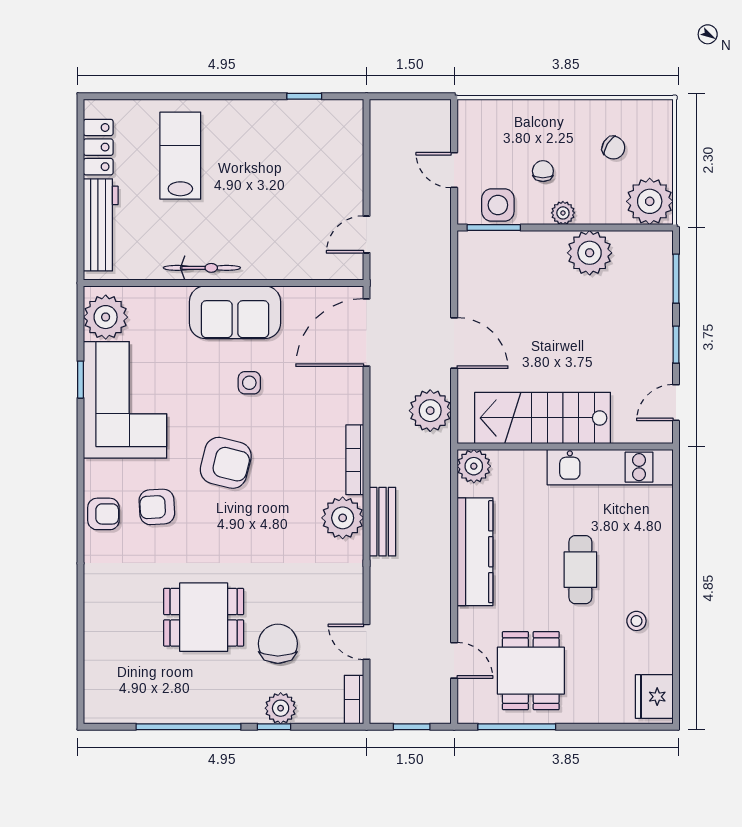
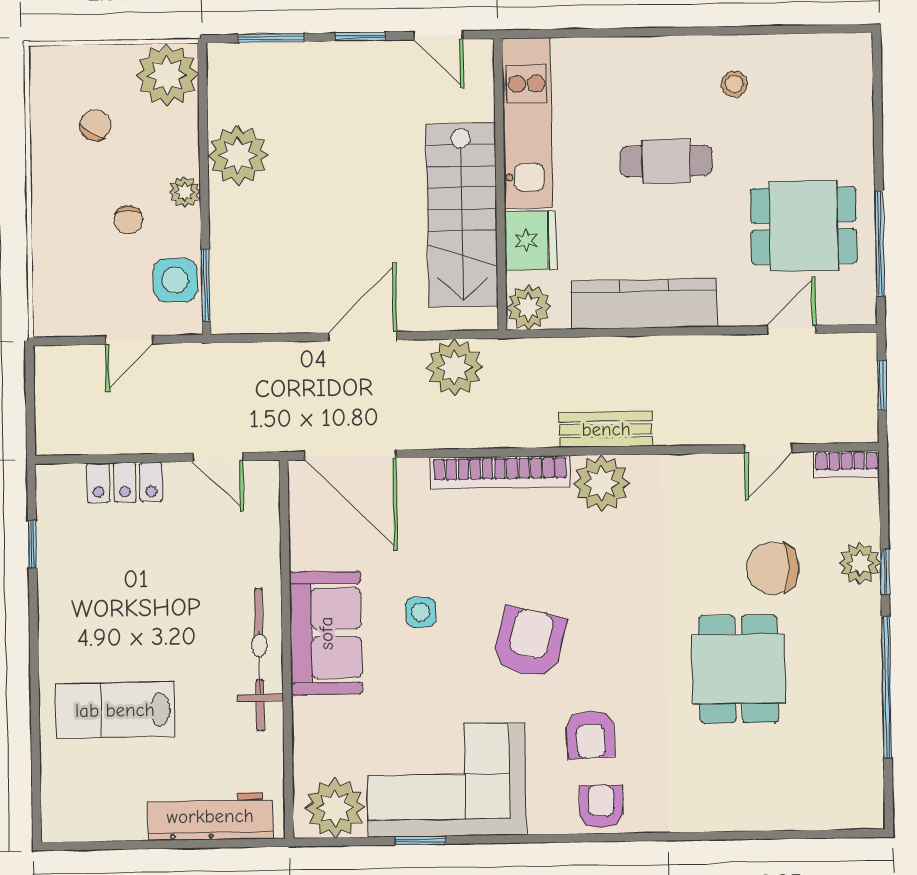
locker: (98, 147) -> (125, 482), moved, turned 180
chair: (543, 171) -> (128, 220), turned -90
bicycle: (202, 268) -> (260, 660), width x1.37, depth x1.40
bookcase: (355, 460) -> (500, 472), width x1.48, depth x1.31
fridge: (654, 697) -> (530, 241), moved, turned -90

